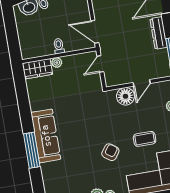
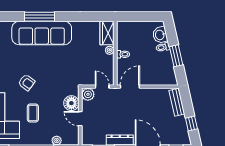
plant: (112, 79) -> (88, 94), added
sofa: (46, 136) -> (42, 33), width x1.36, depth x1.27

